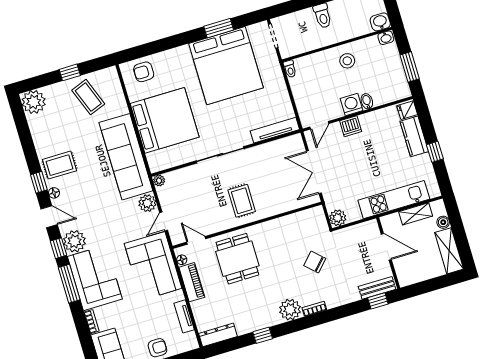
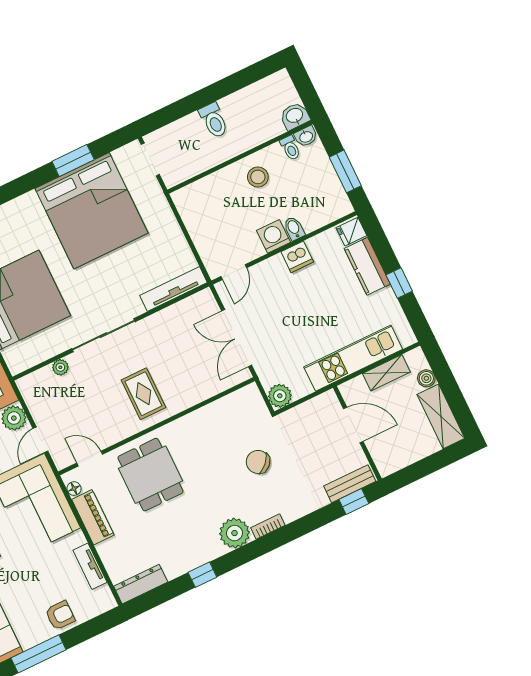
toilet: (290, 69) -> (290, 148), moved
dishwasher: (351, 126) -> (297, 257), moved
plant: (159, 181) -> (60, 367), moved

